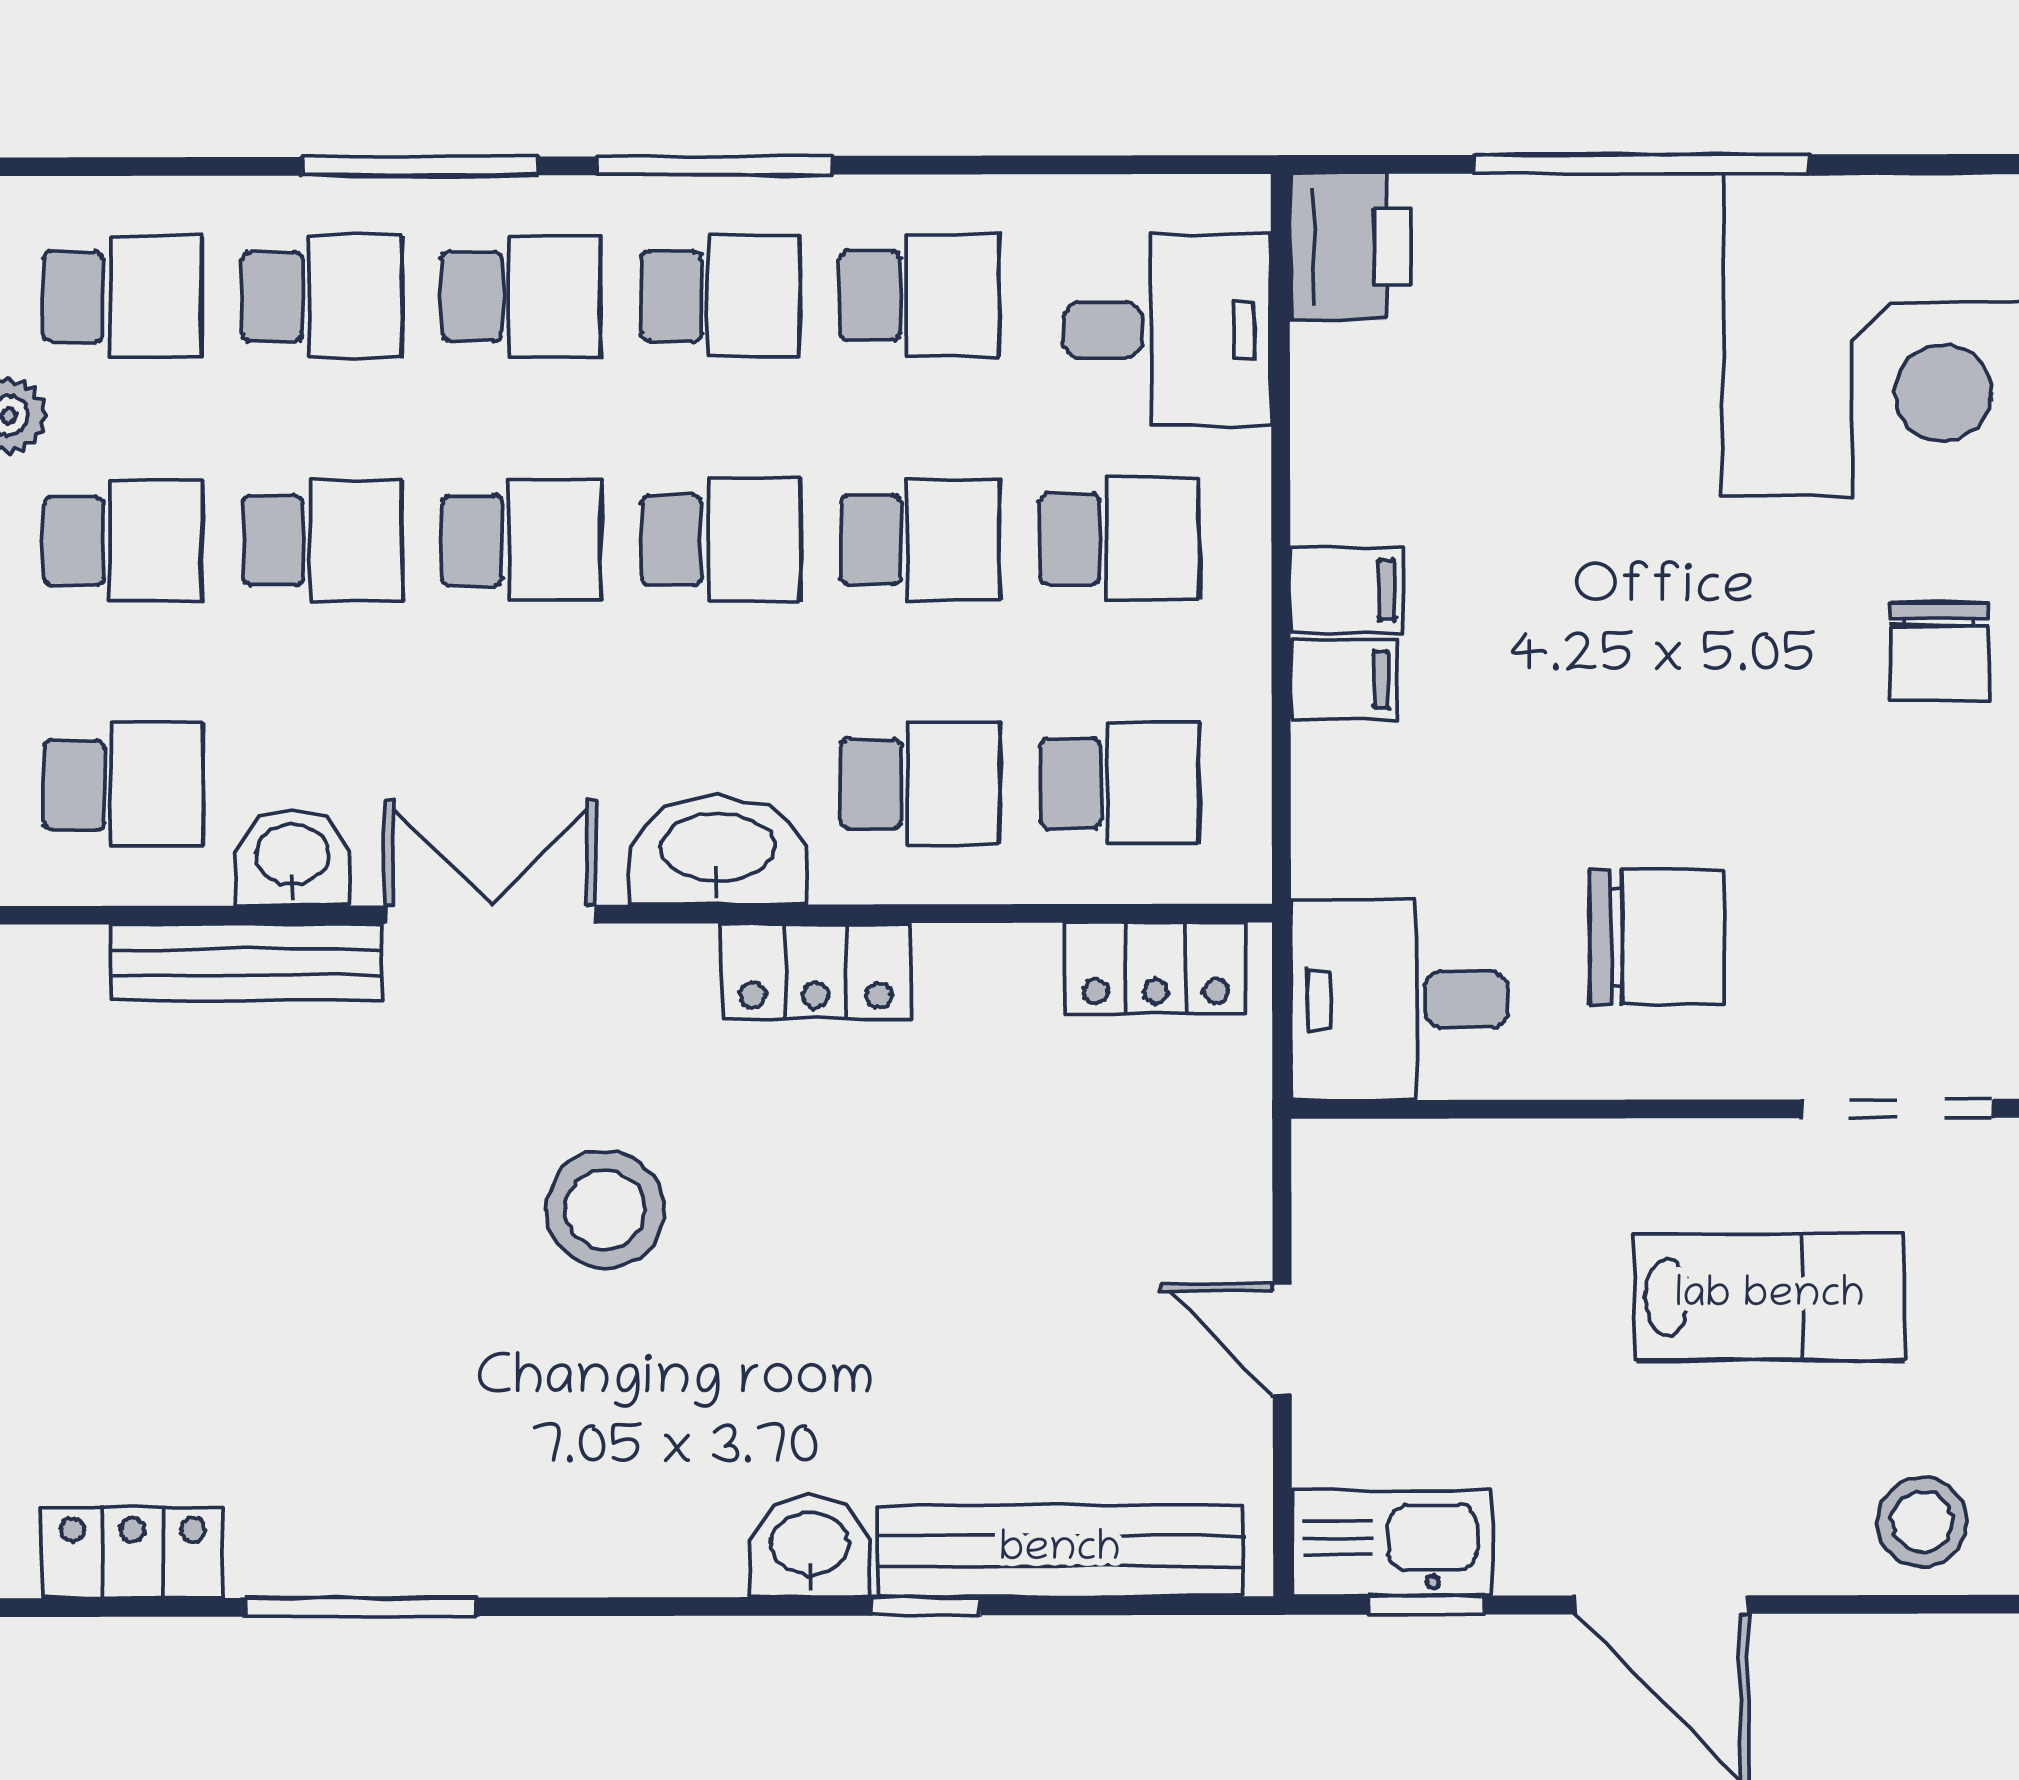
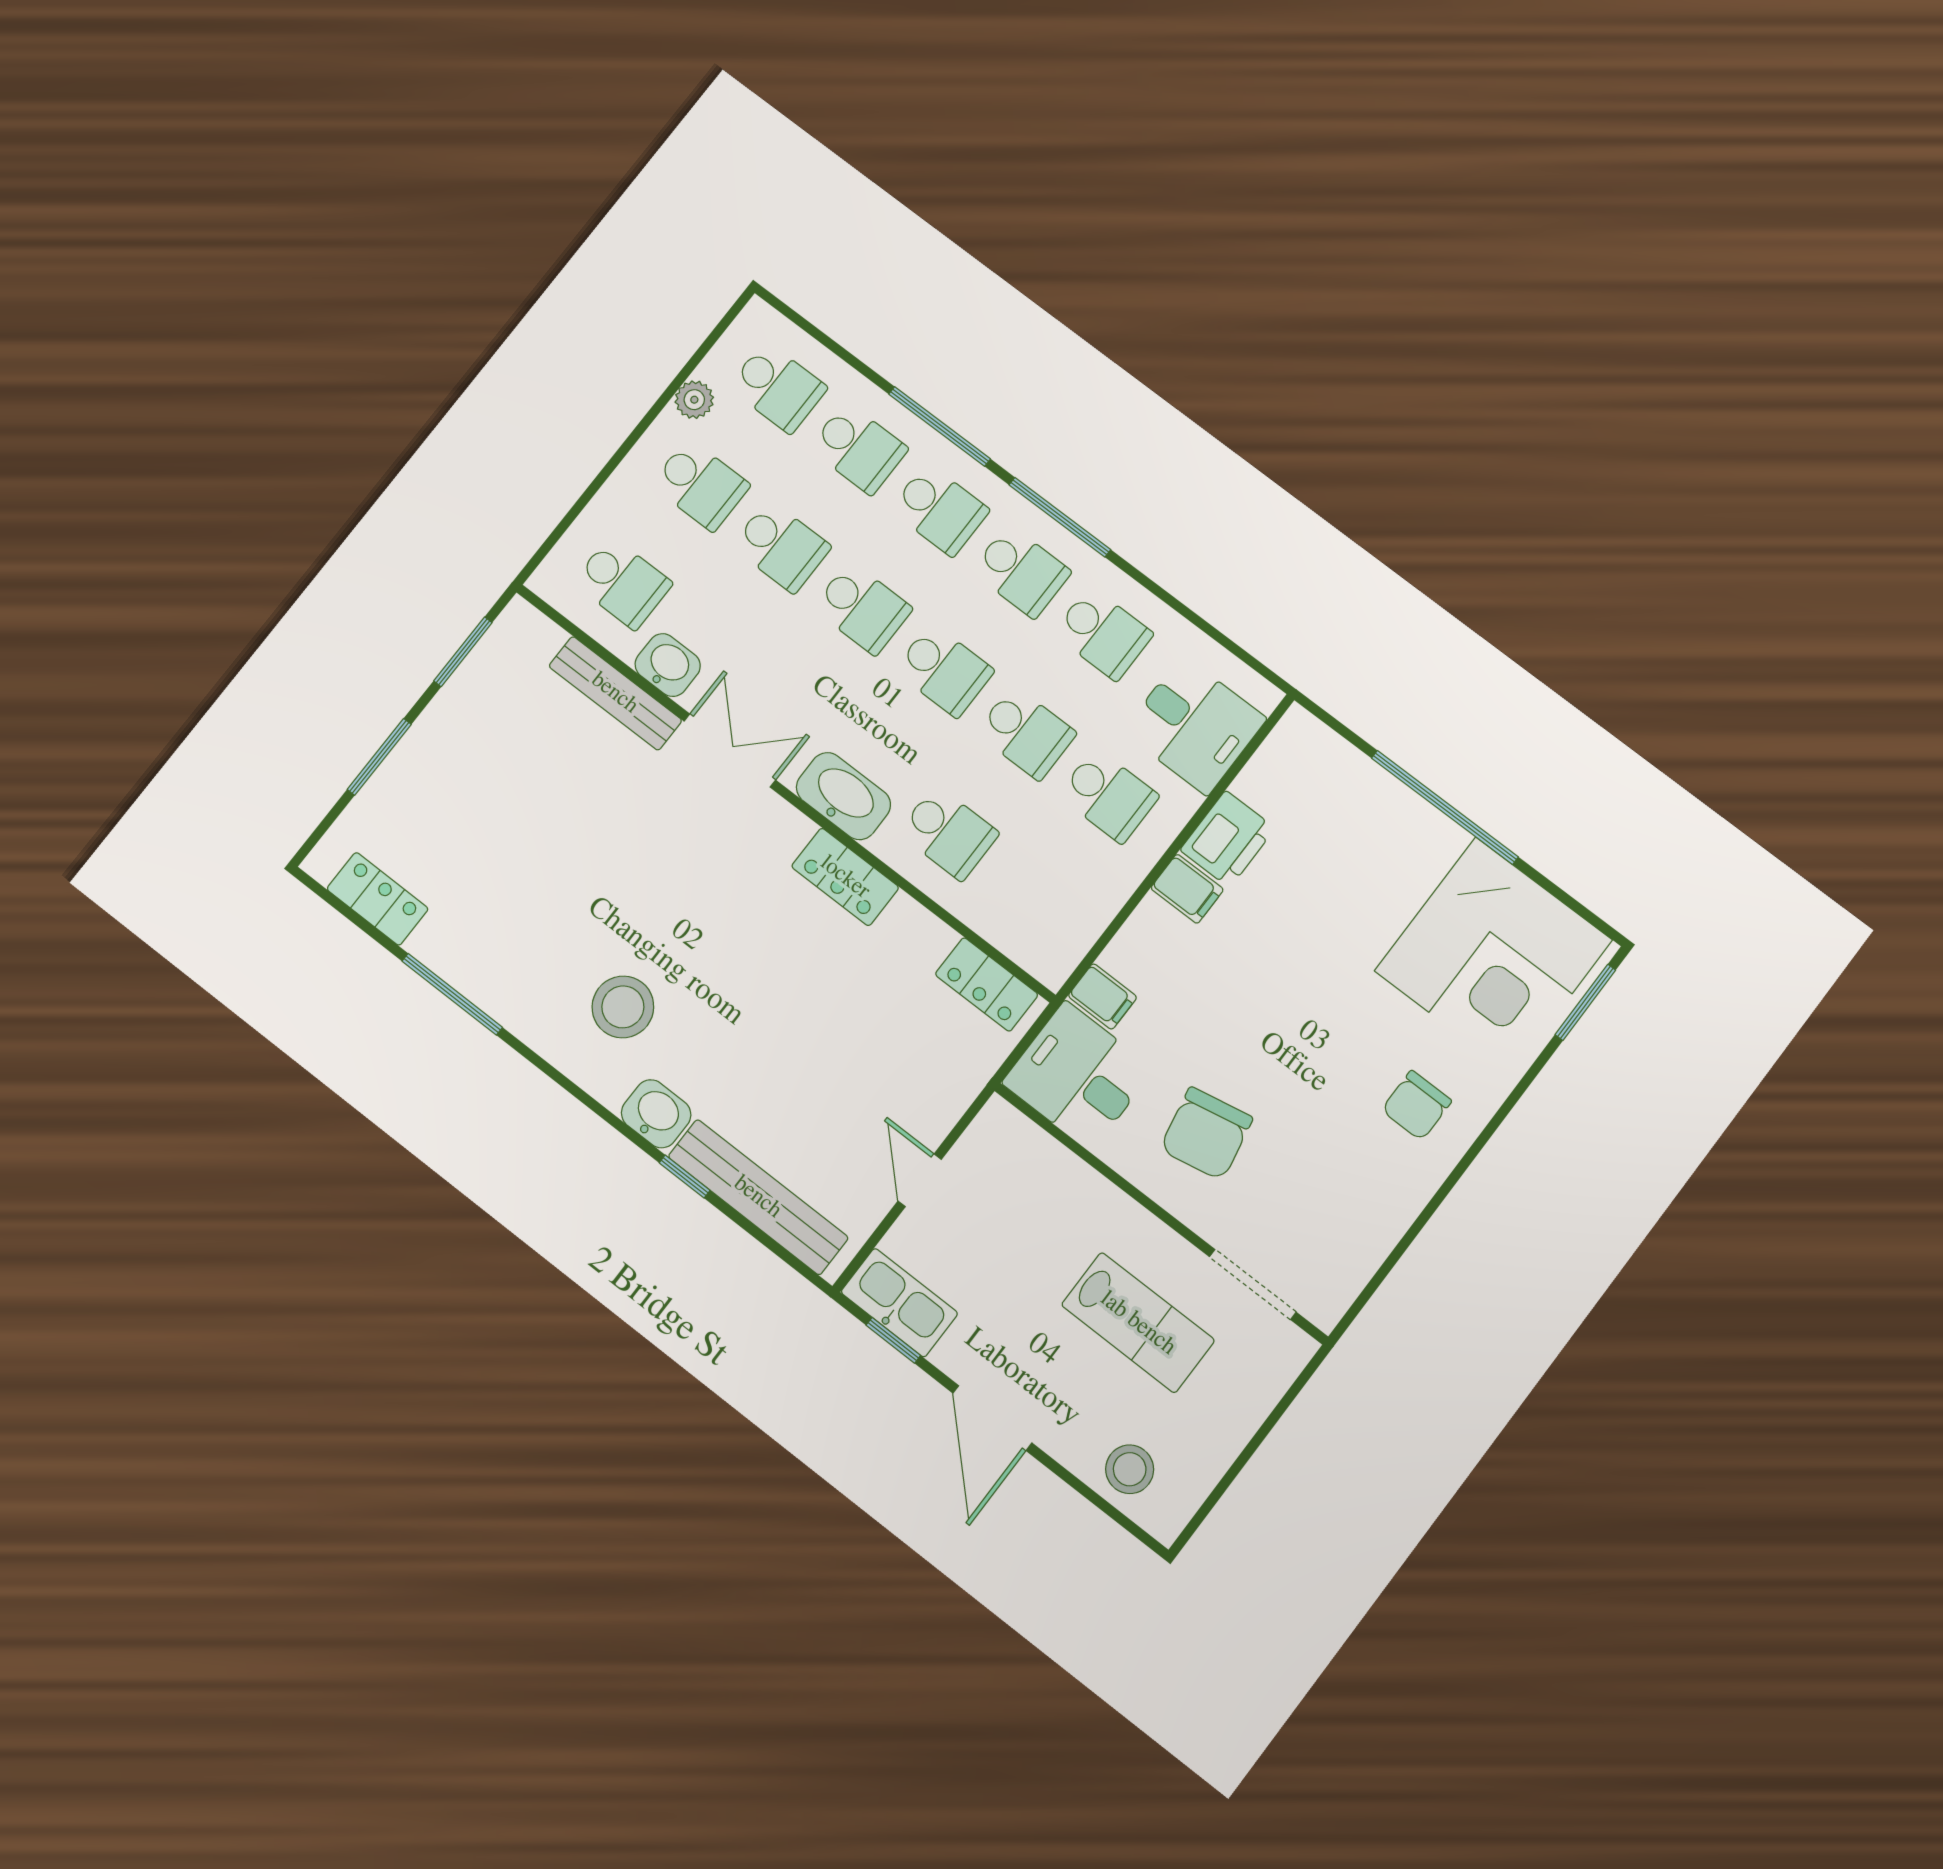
printer: (1350, 247) -> (1228, 839), moved
filing cabinet: (1344, 680) -> (1102, 996), moved
school desk: (1120, 783) -> (1031, 896), removed
chair: (1657, 937) -> (1206, 1134), turned 79
stool: (605, 1210) -> (623, 1007), moved

